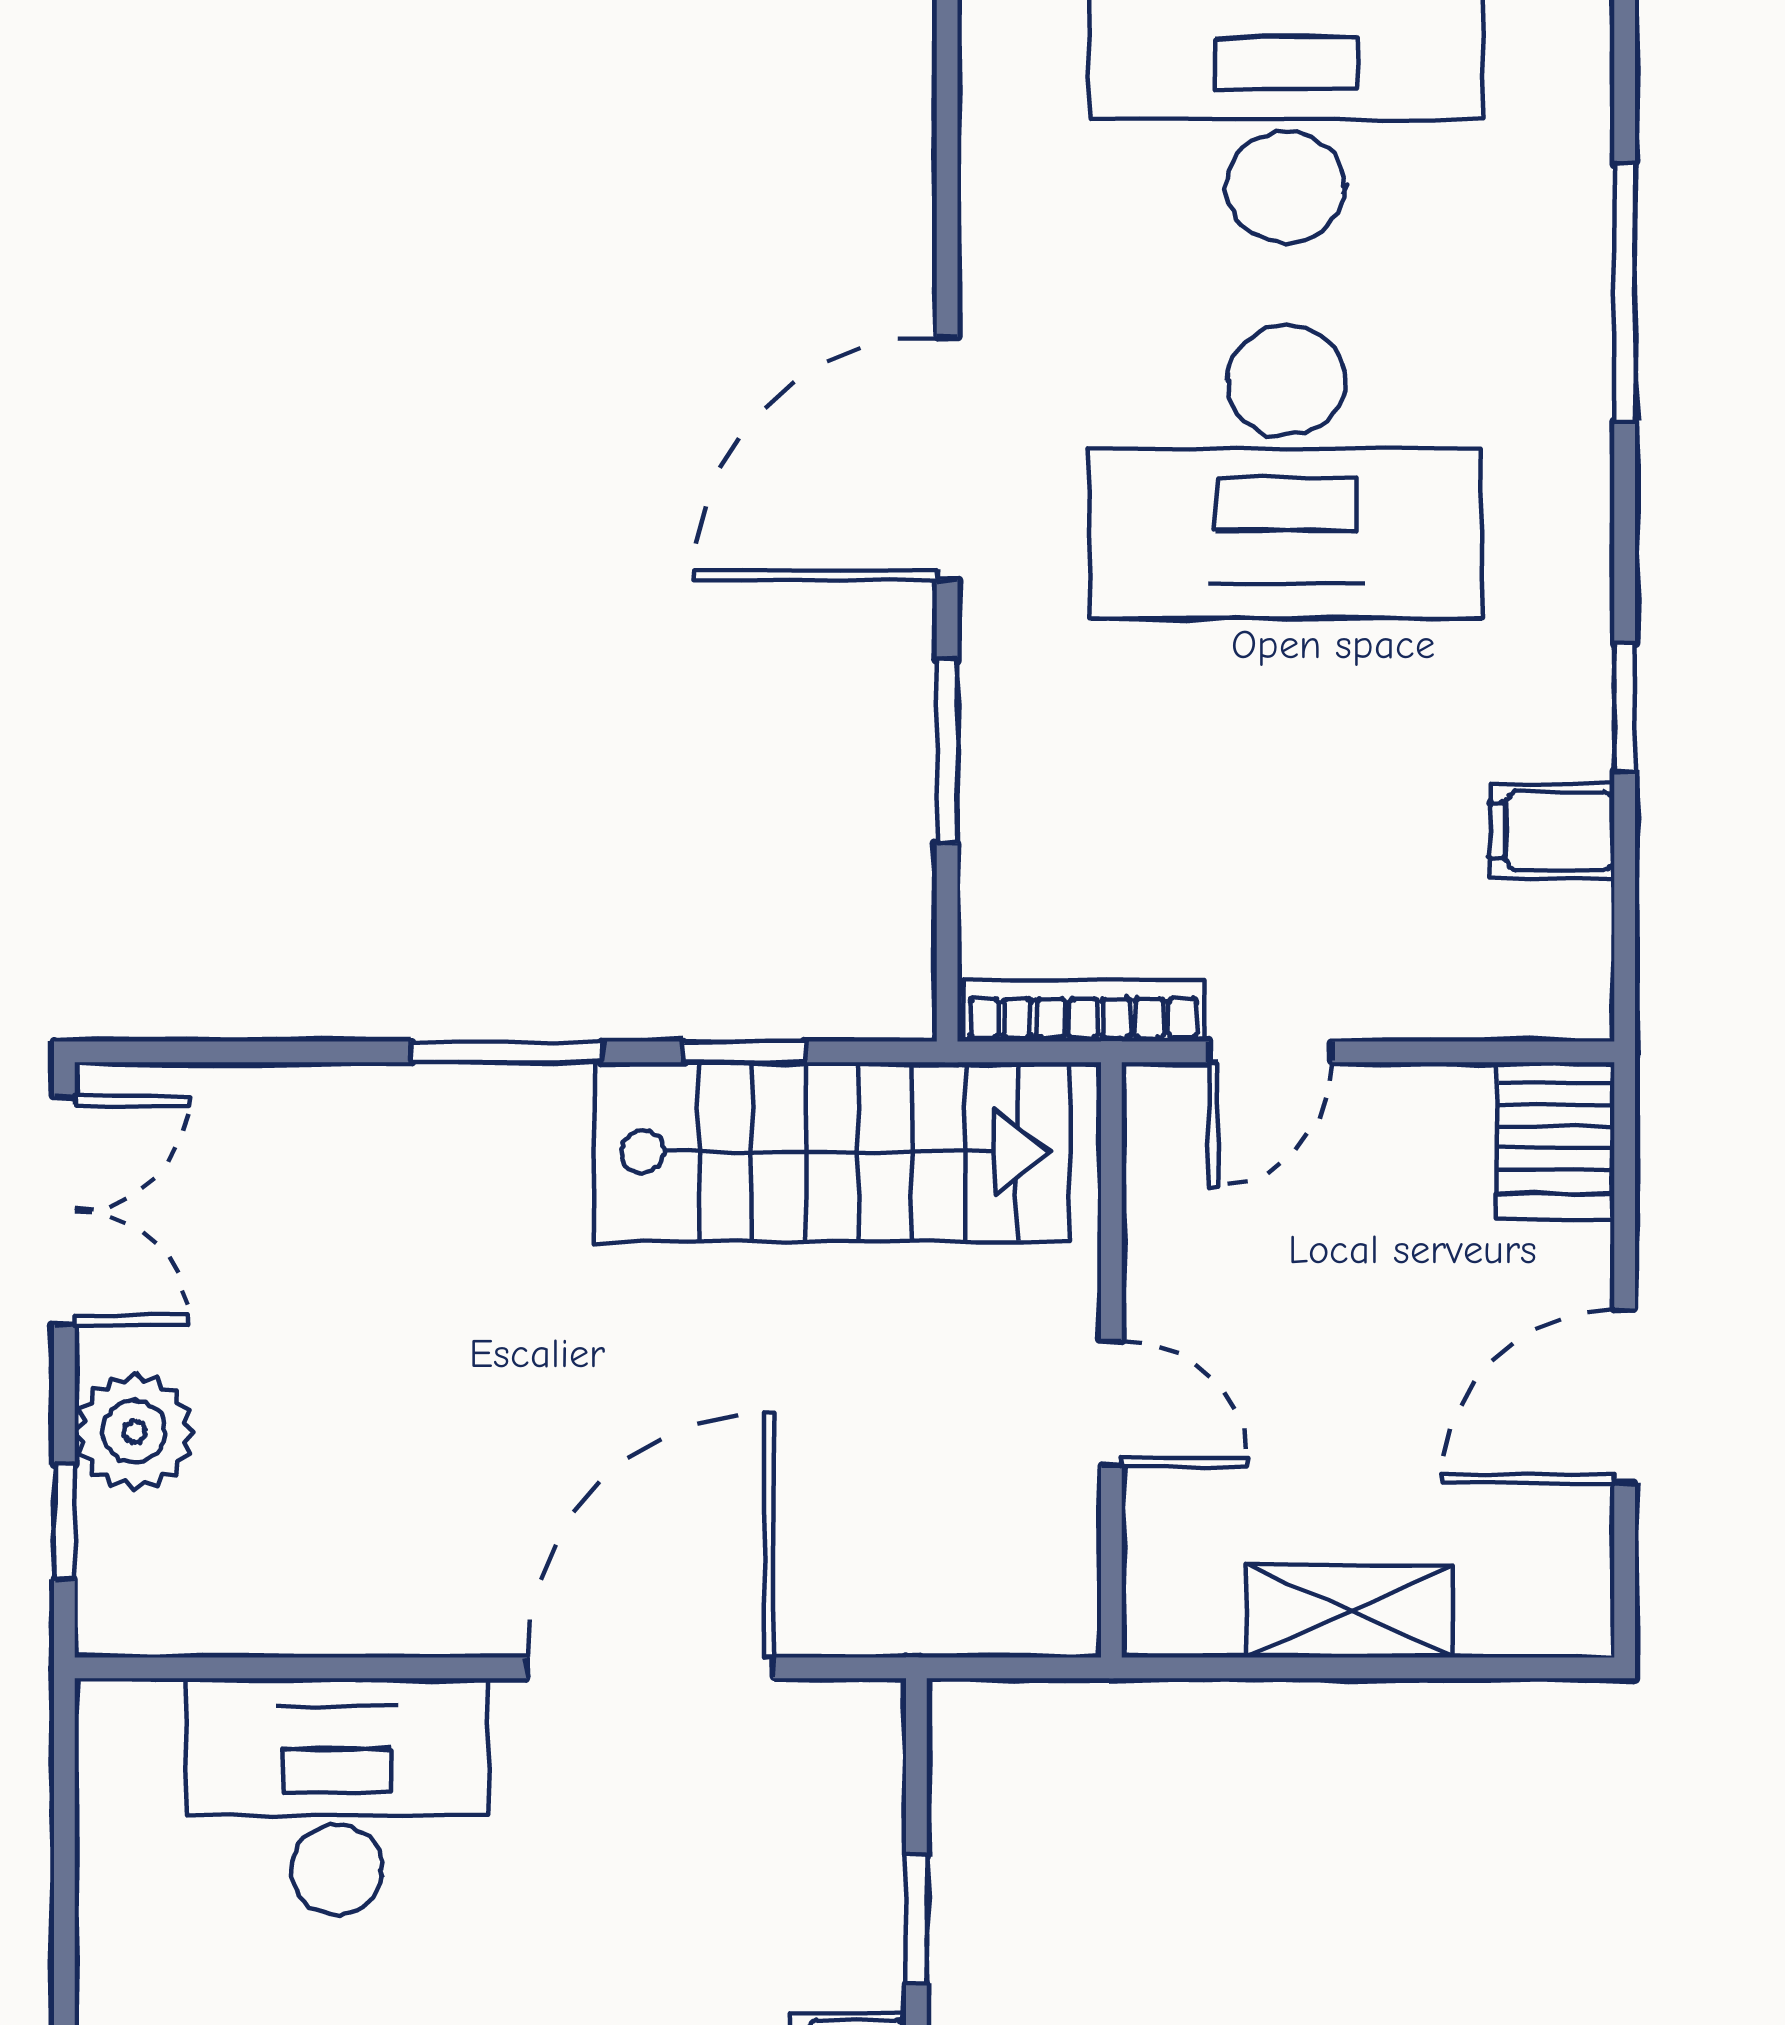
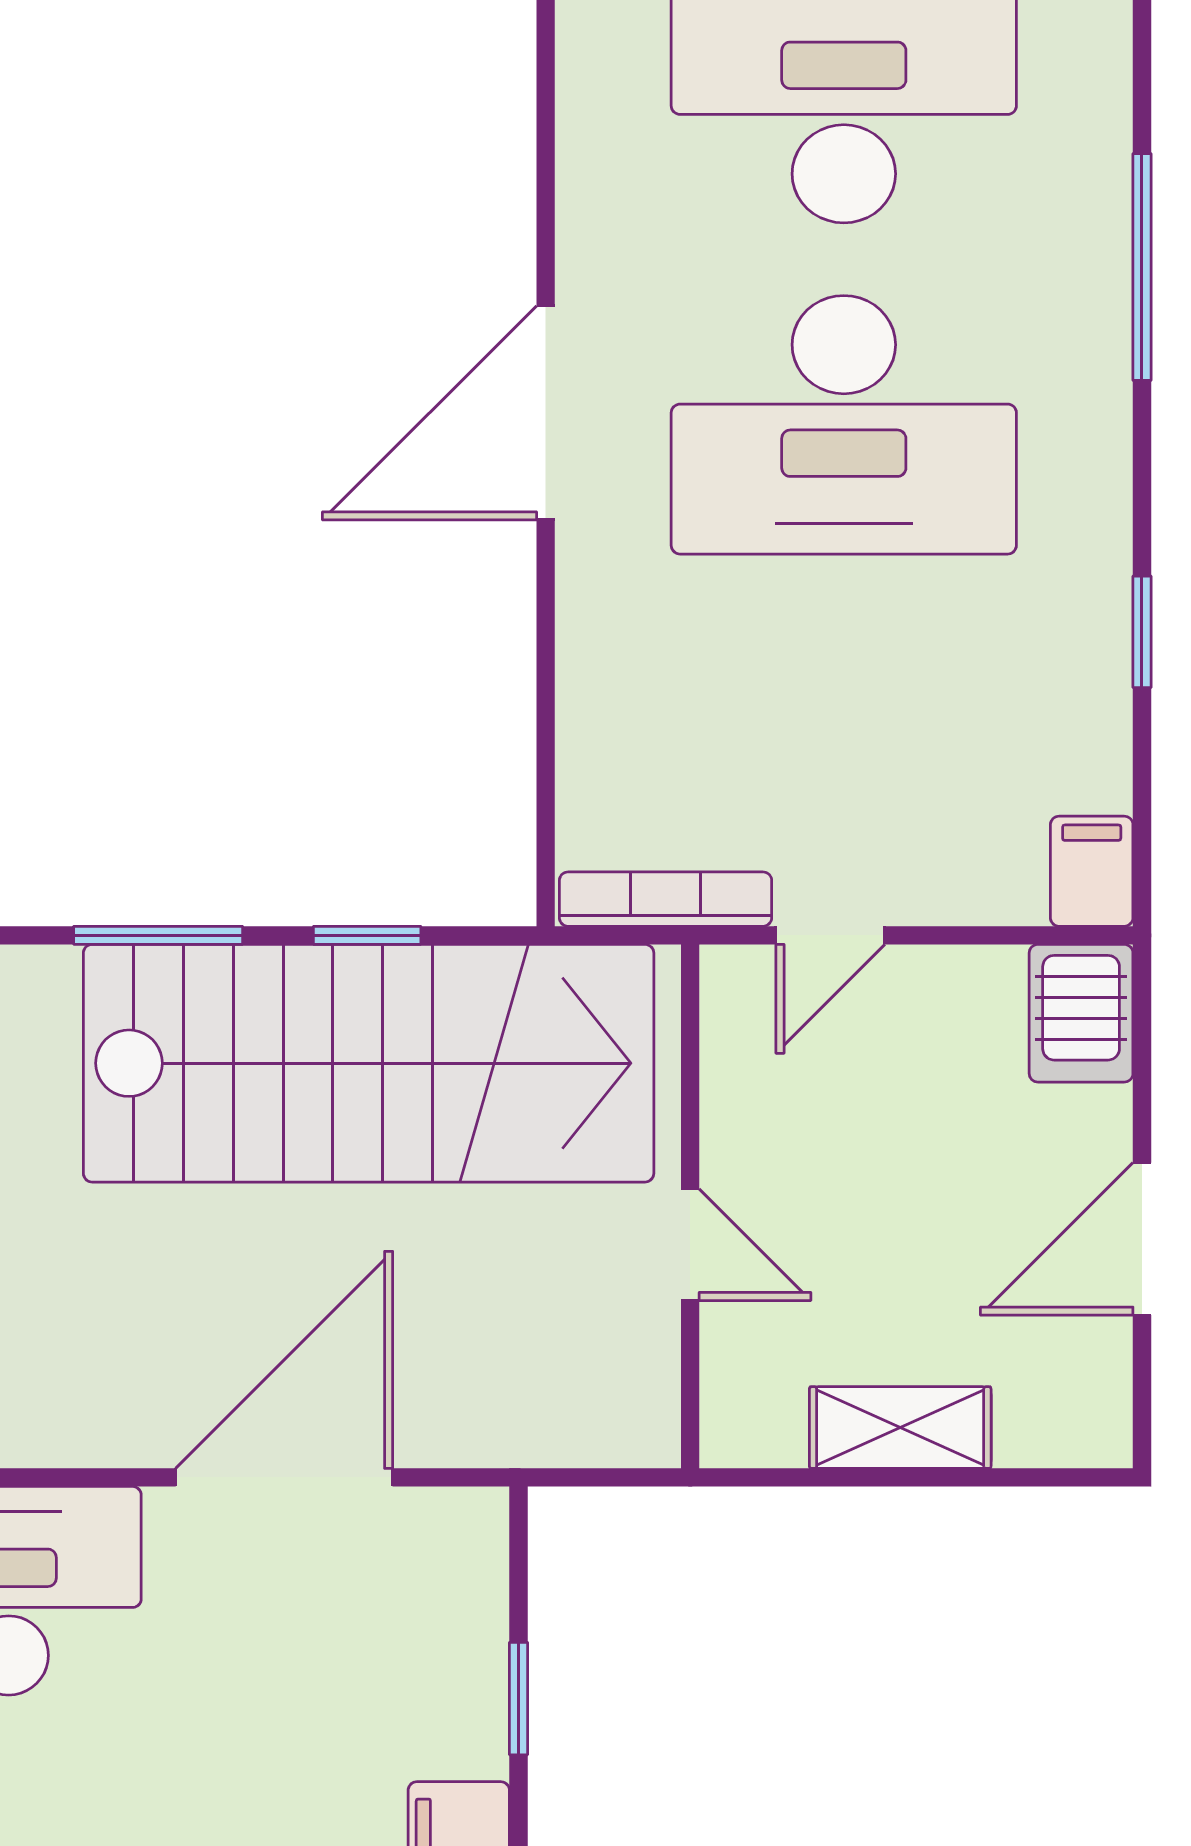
window: (947, 751) -> (546, 671), removed
filing cabinet: (1552, 831) -> (1092, 871), moved, turned 90
stairs: (832, 1152) -> (369, 1063), width x1.36, depth x1.51

